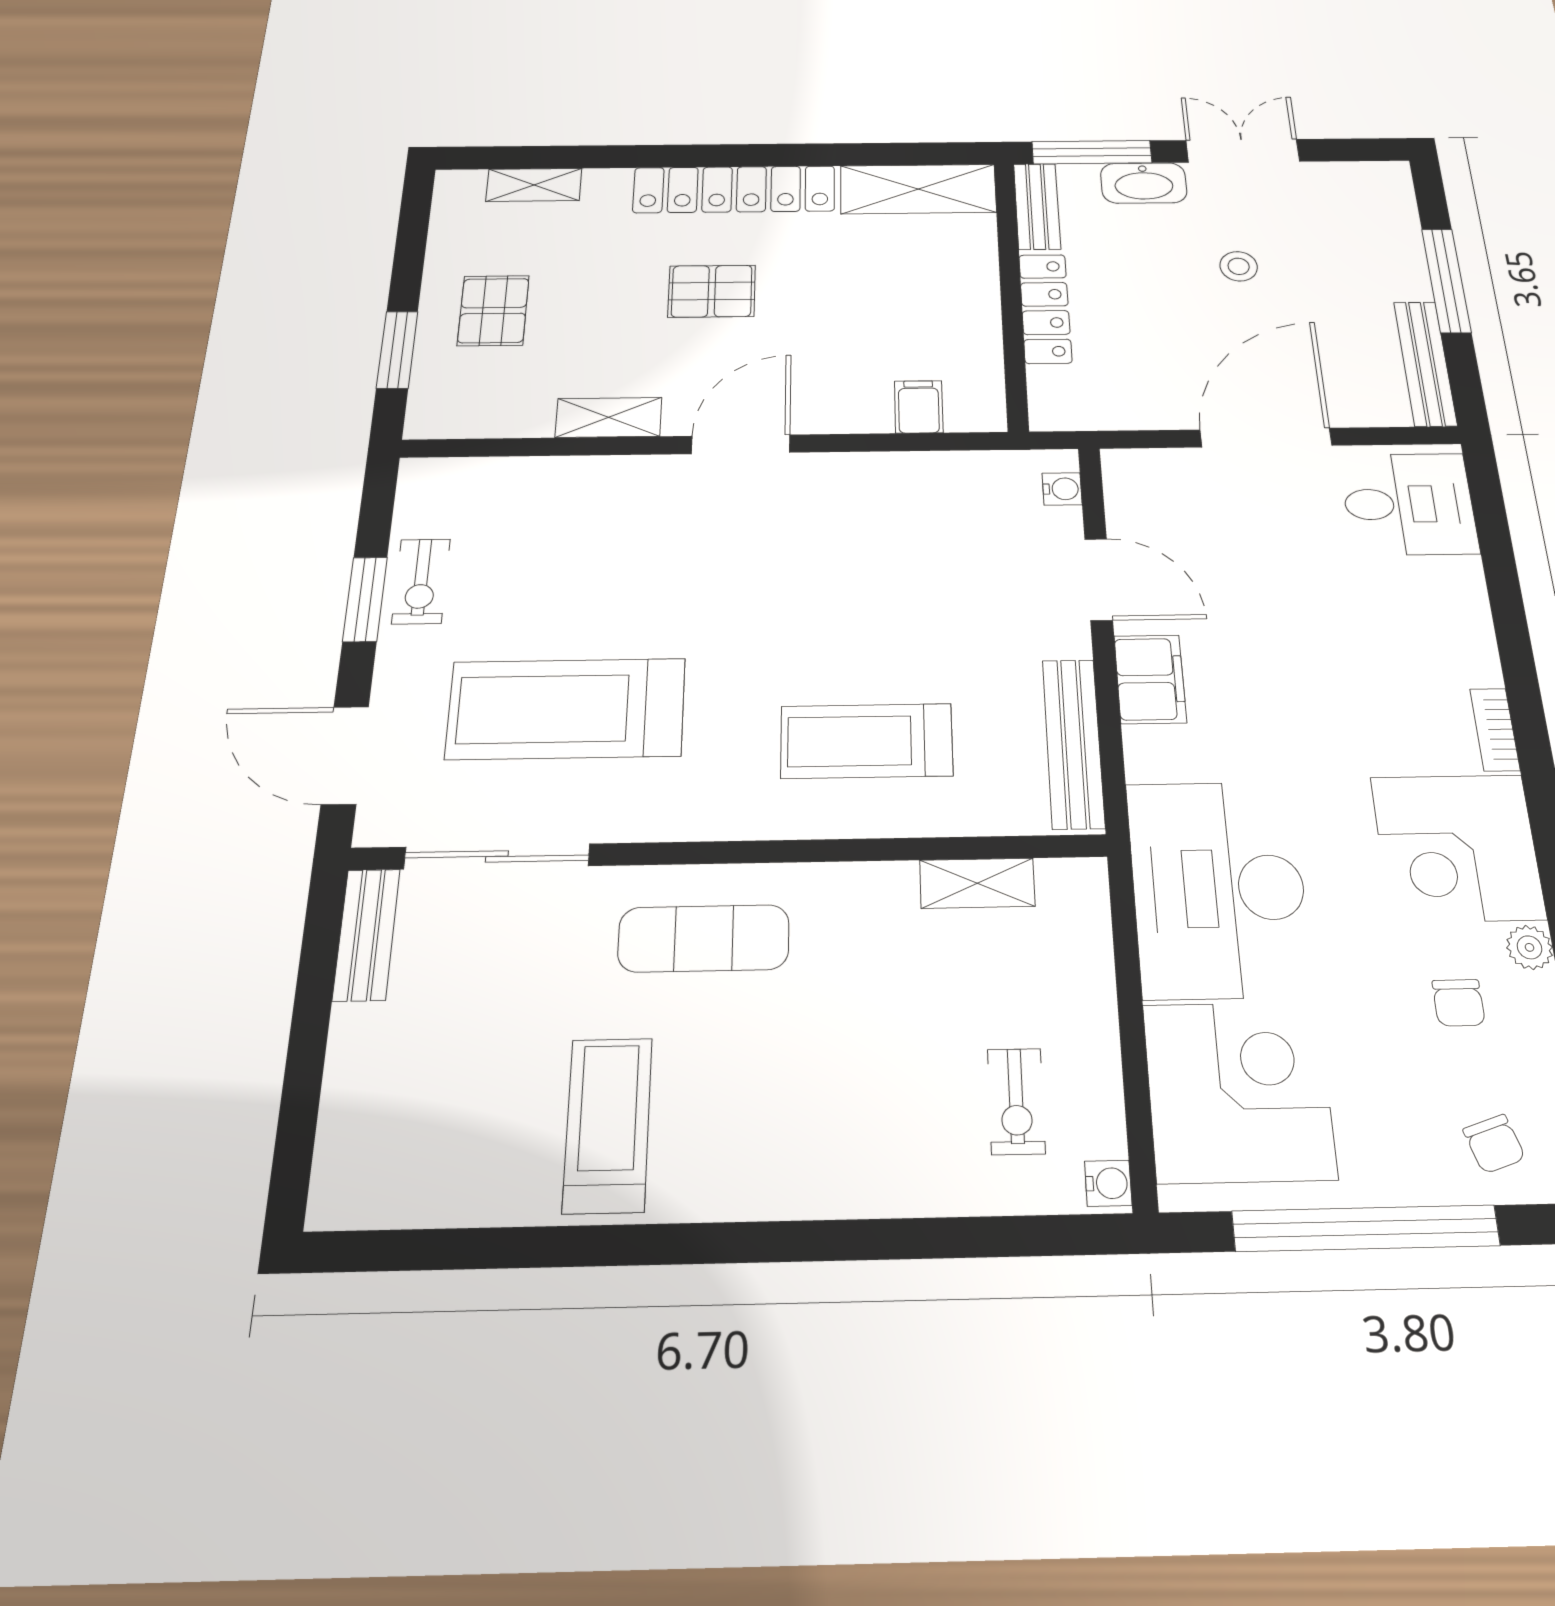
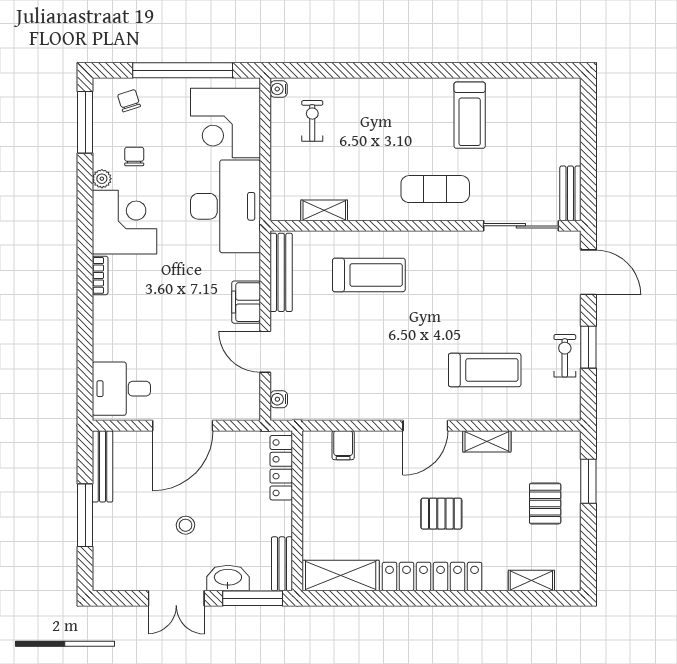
locker: (1045, 308) -> (281, 468), moved
treadmill: (566, 709) -> (485, 370), moved, width x0.73, depth x0.73

